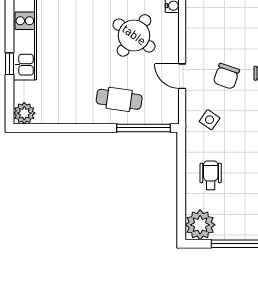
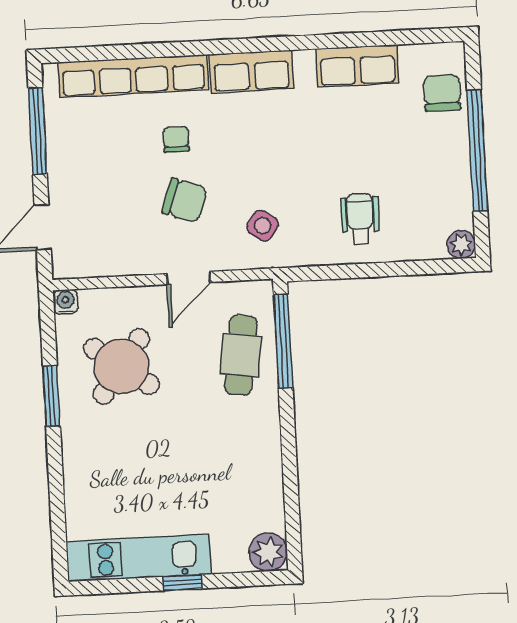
cafe table: (119, 99) -> (241, 355), moved
wheelchair: (211, 175) -> (360, 219), turned 90
plant: (200, 225) -> (461, 244), width x0.53, depth x0.53

